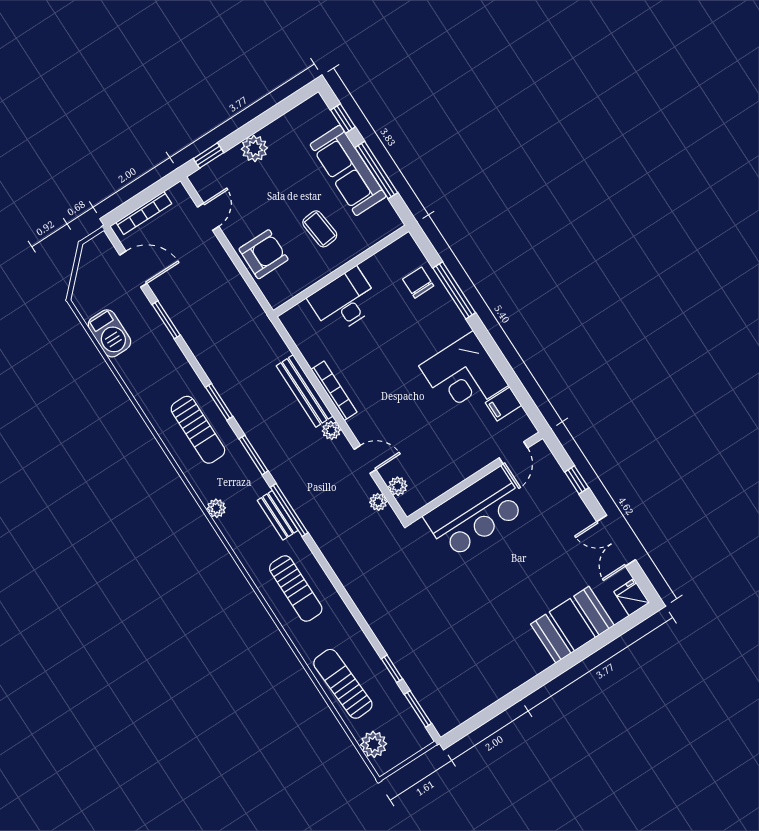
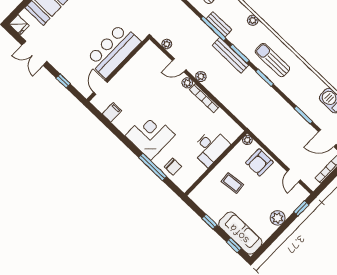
sofa: (348, 170) -> (240, 233), moved
window: (376, 170) -> (210, 222), width x0.46
plant: (276, 299) -> (247, 140), added
corner desk: (464, 376) -> (150, 135), moved
bench: (305, 391) -> (230, 55), moved
plant: (398, 486) -> (187, 83), moved
double door: (616, 541) -> (34, 53), swing flipped

